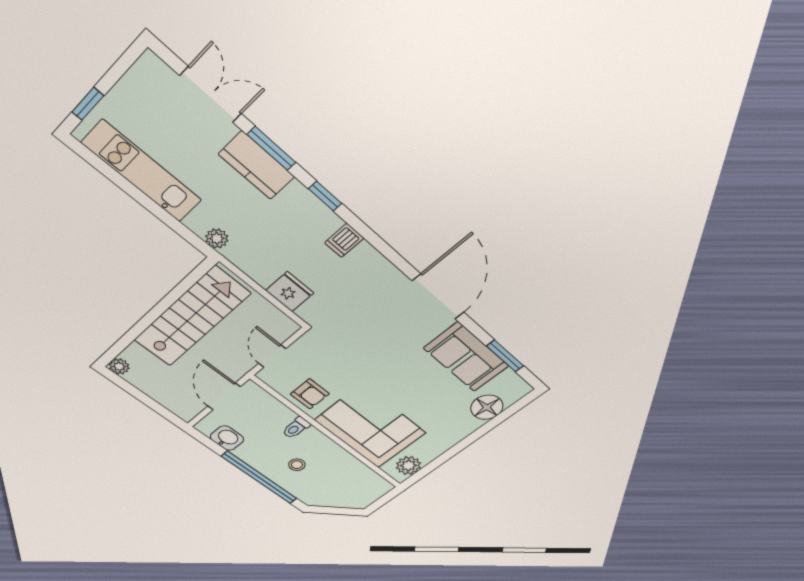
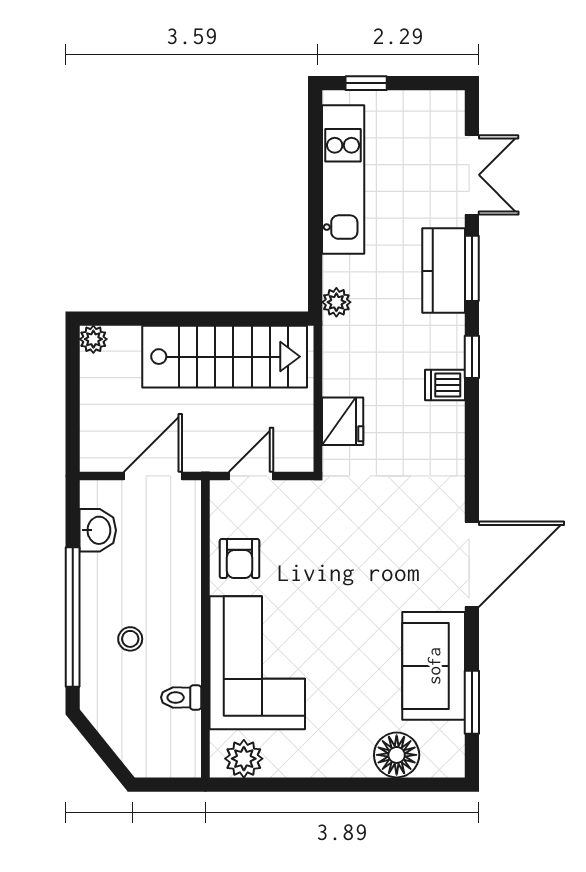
dishwasher: (344, 240) -> (445, 385), moved
toilet: (296, 428) -> (181, 697), moved

